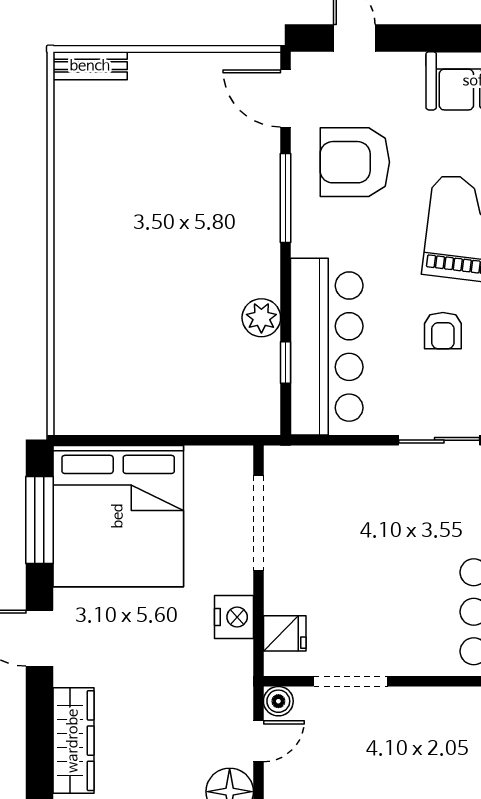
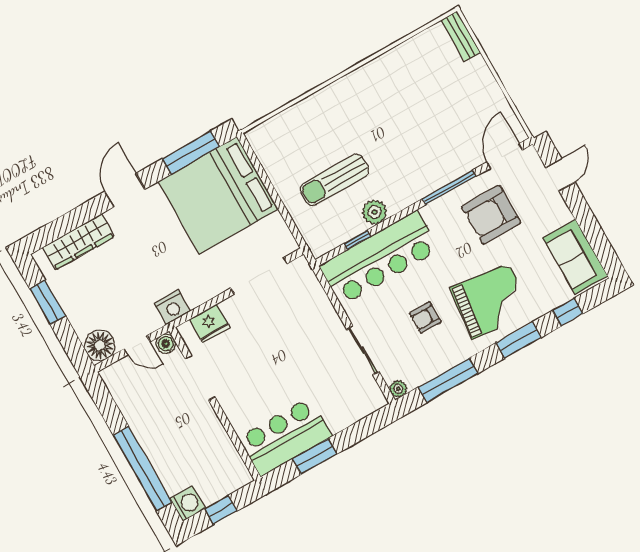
armchair: (355, 162) -> (491, 215), turned -90
sun lounger: (187, 347) -> (334, 180), added
nightstand: (234, 617) -> (172, 307), moved
fridge: (285, 633) -> (210, 323), width x1.38

